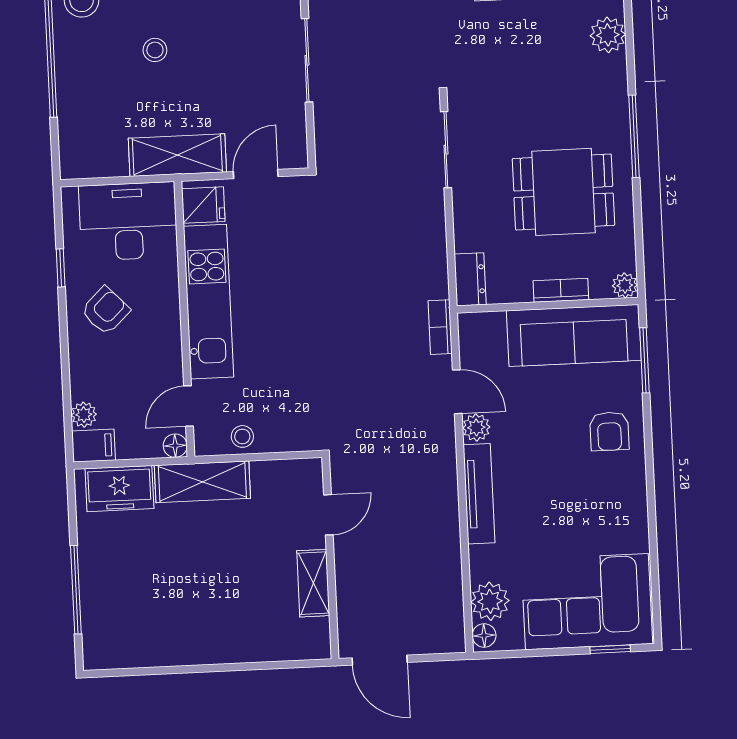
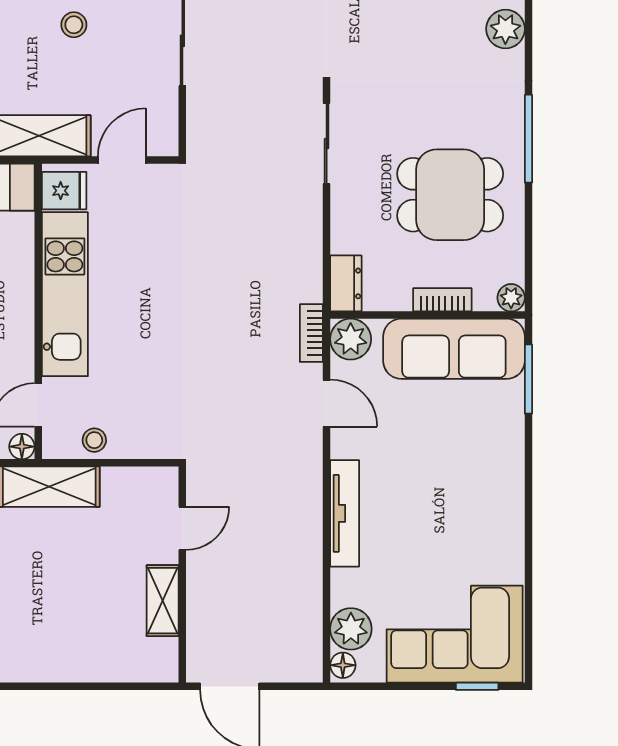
stool: (155, 50) -> (74, 25), moved
plant: (476, 427) -> (351, 339), moved, width x1.38, depth x1.38
armchair: (609, 431) -> (487, 453), removed

